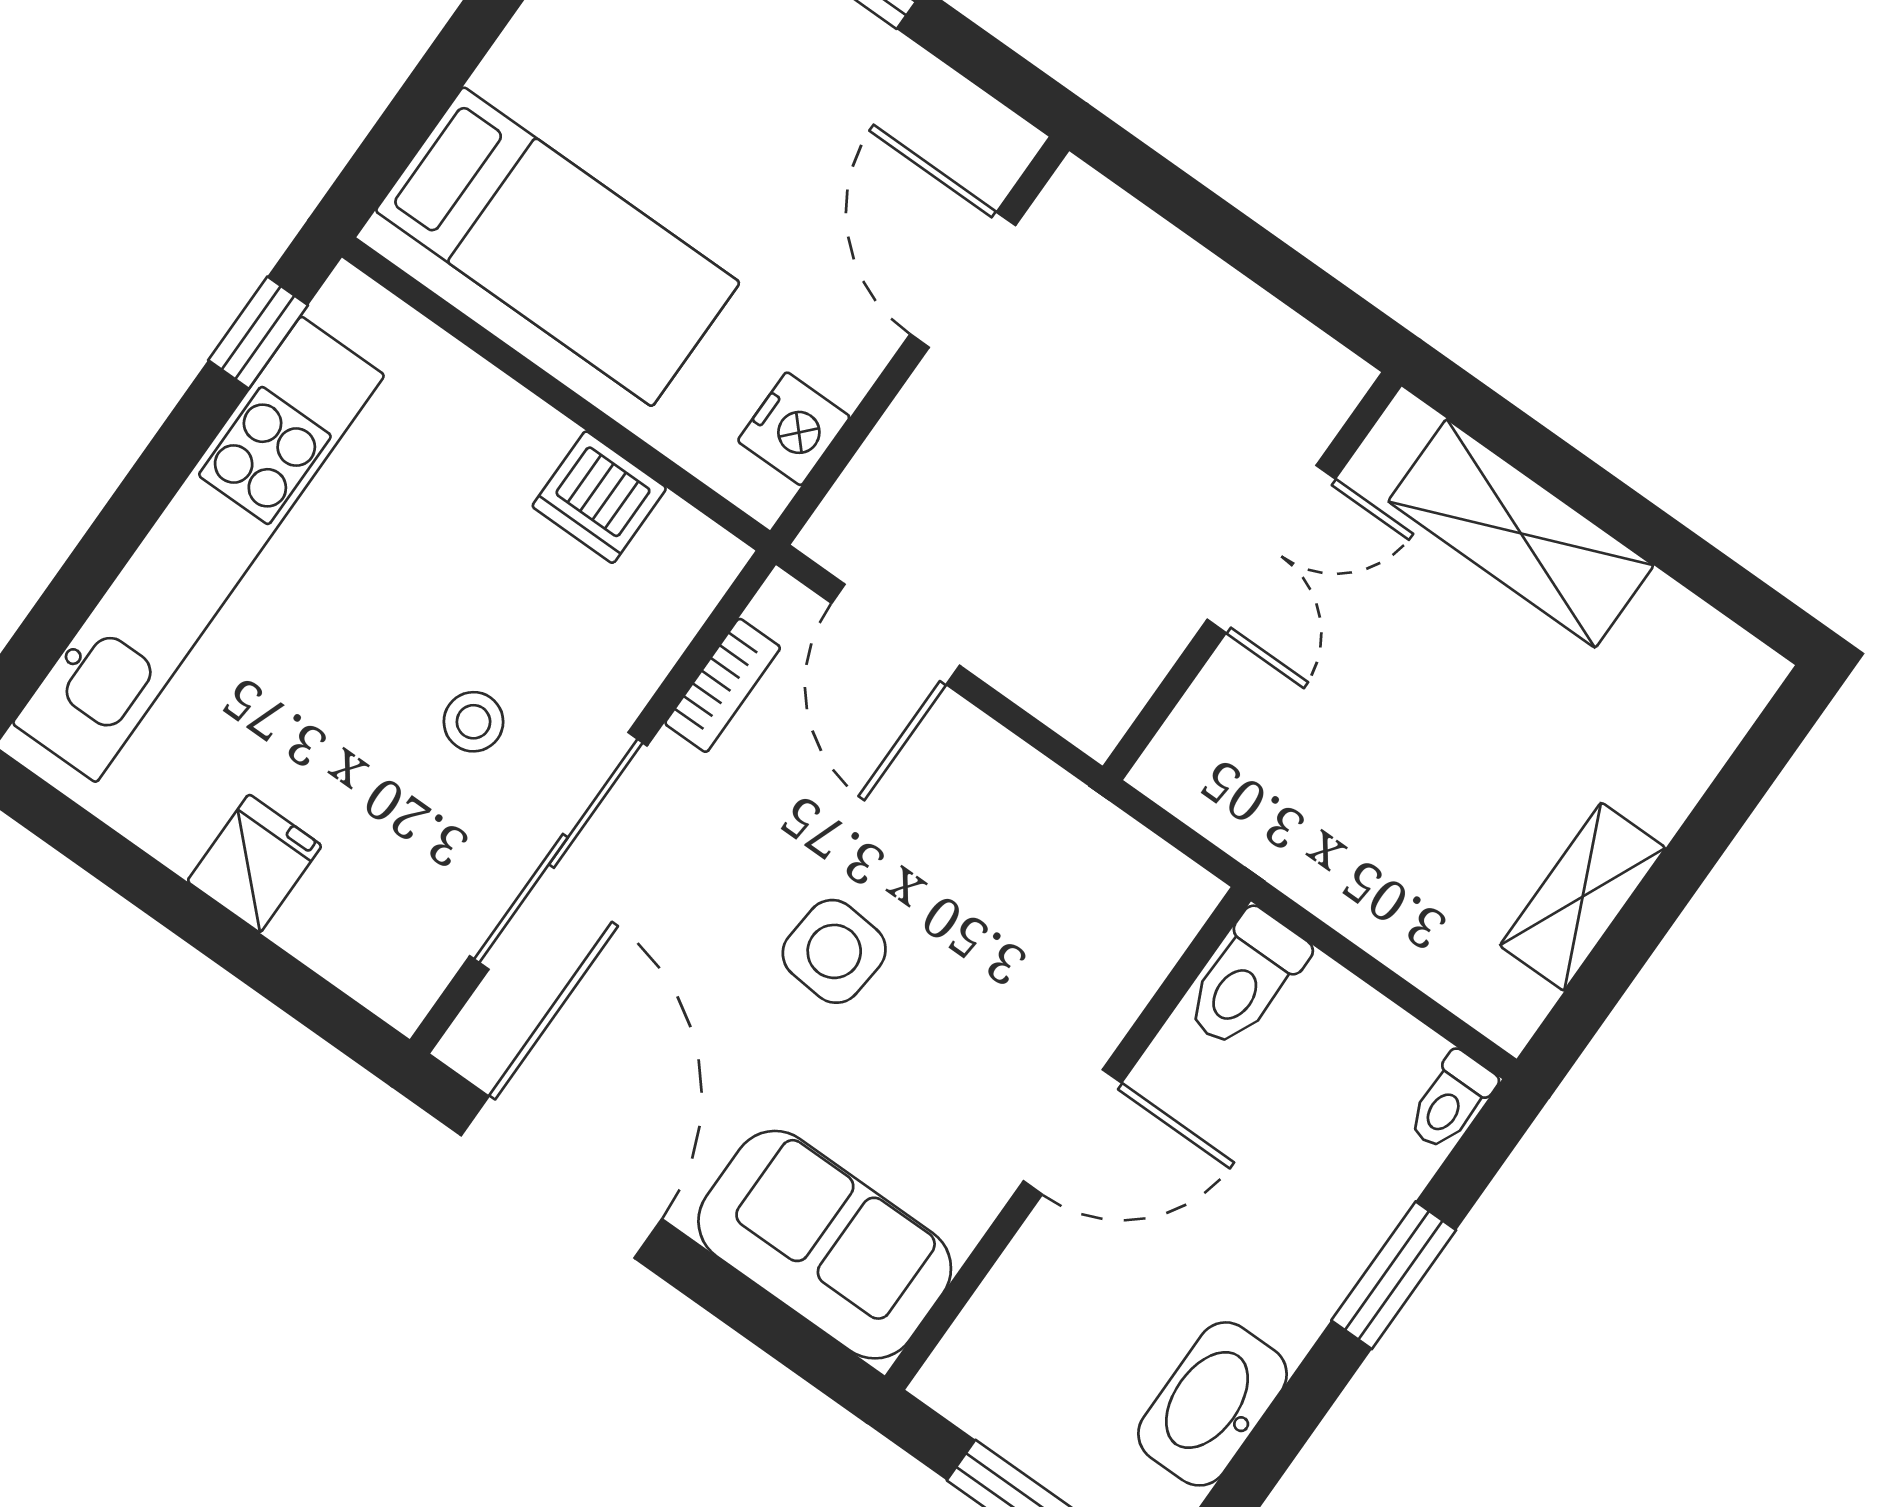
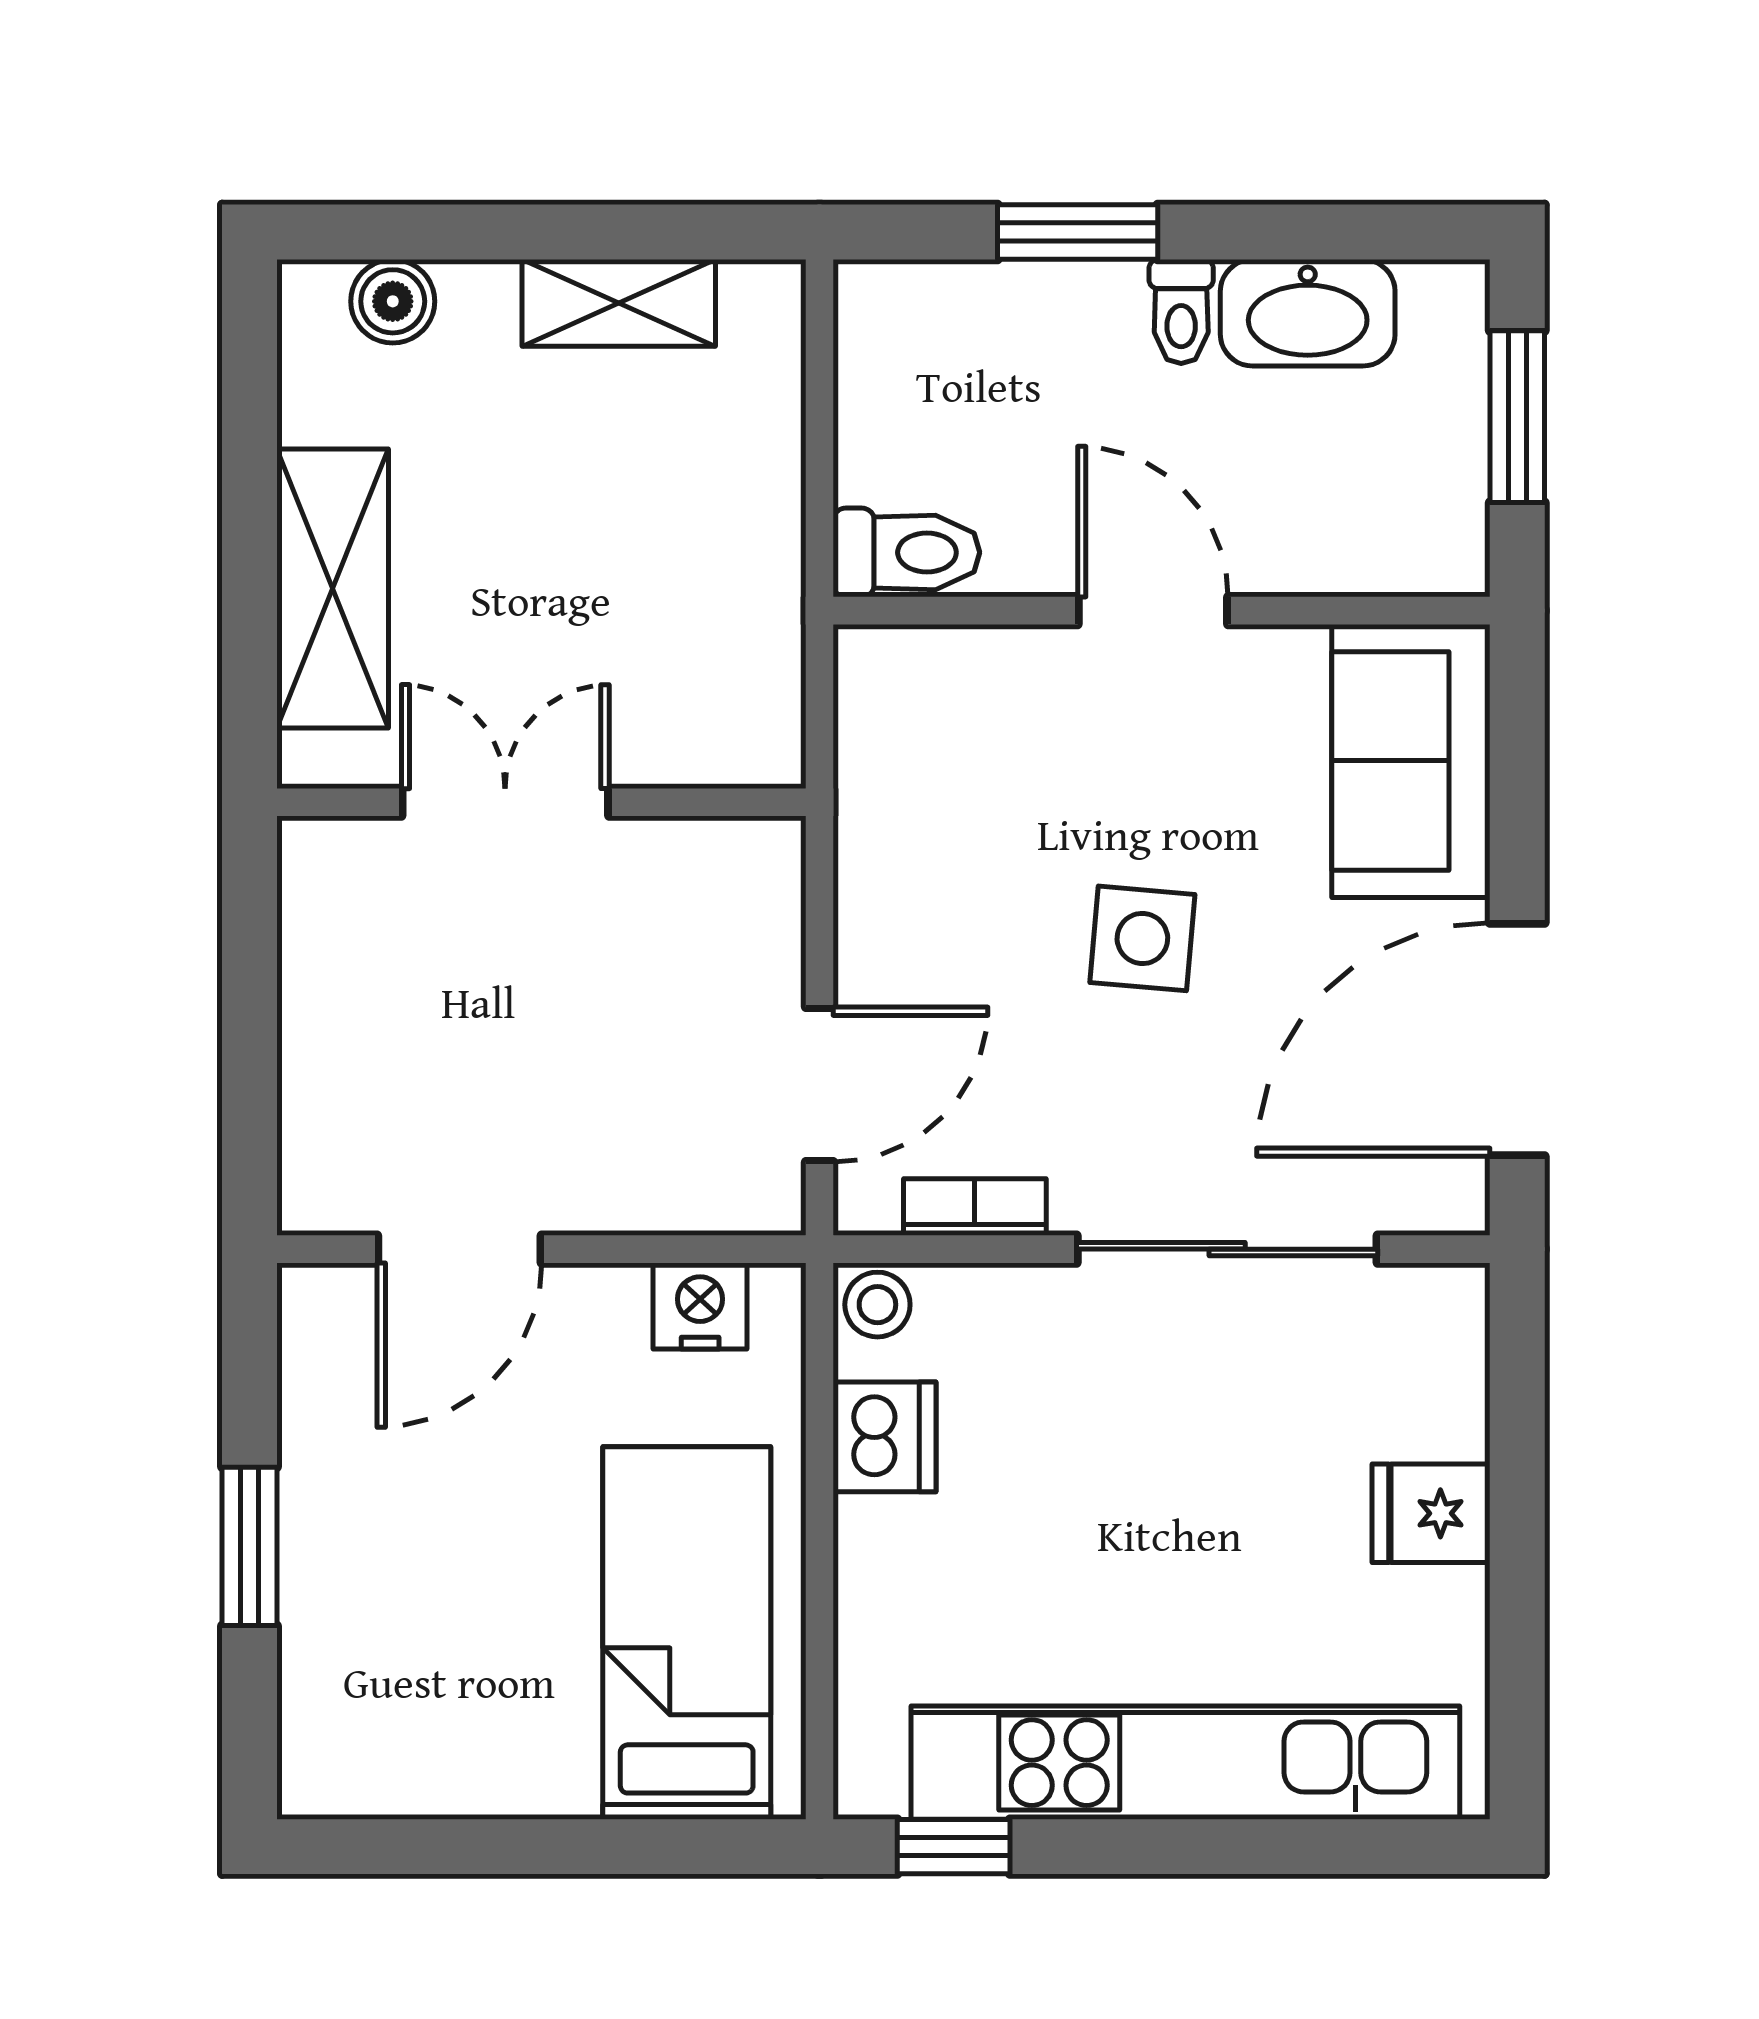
stool: (473, 722) -> (877, 1305), moved
boiler: (1703, 729) -> (393, 301), added
toilet: (1451, 1101) -> (1181, 312), moved, turned 90

